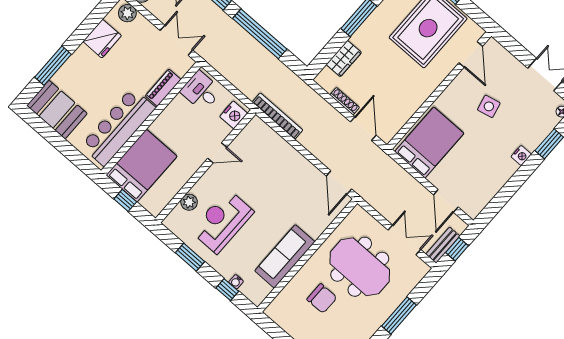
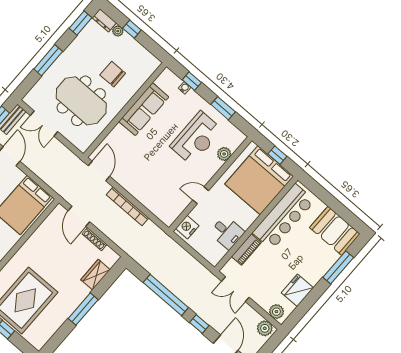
desk: (201, 91) -> (227, 232), moved
bookcase: (278, 116) -> (128, 206), moved
bed: (142, 166) -> (259, 180), width x1.36

